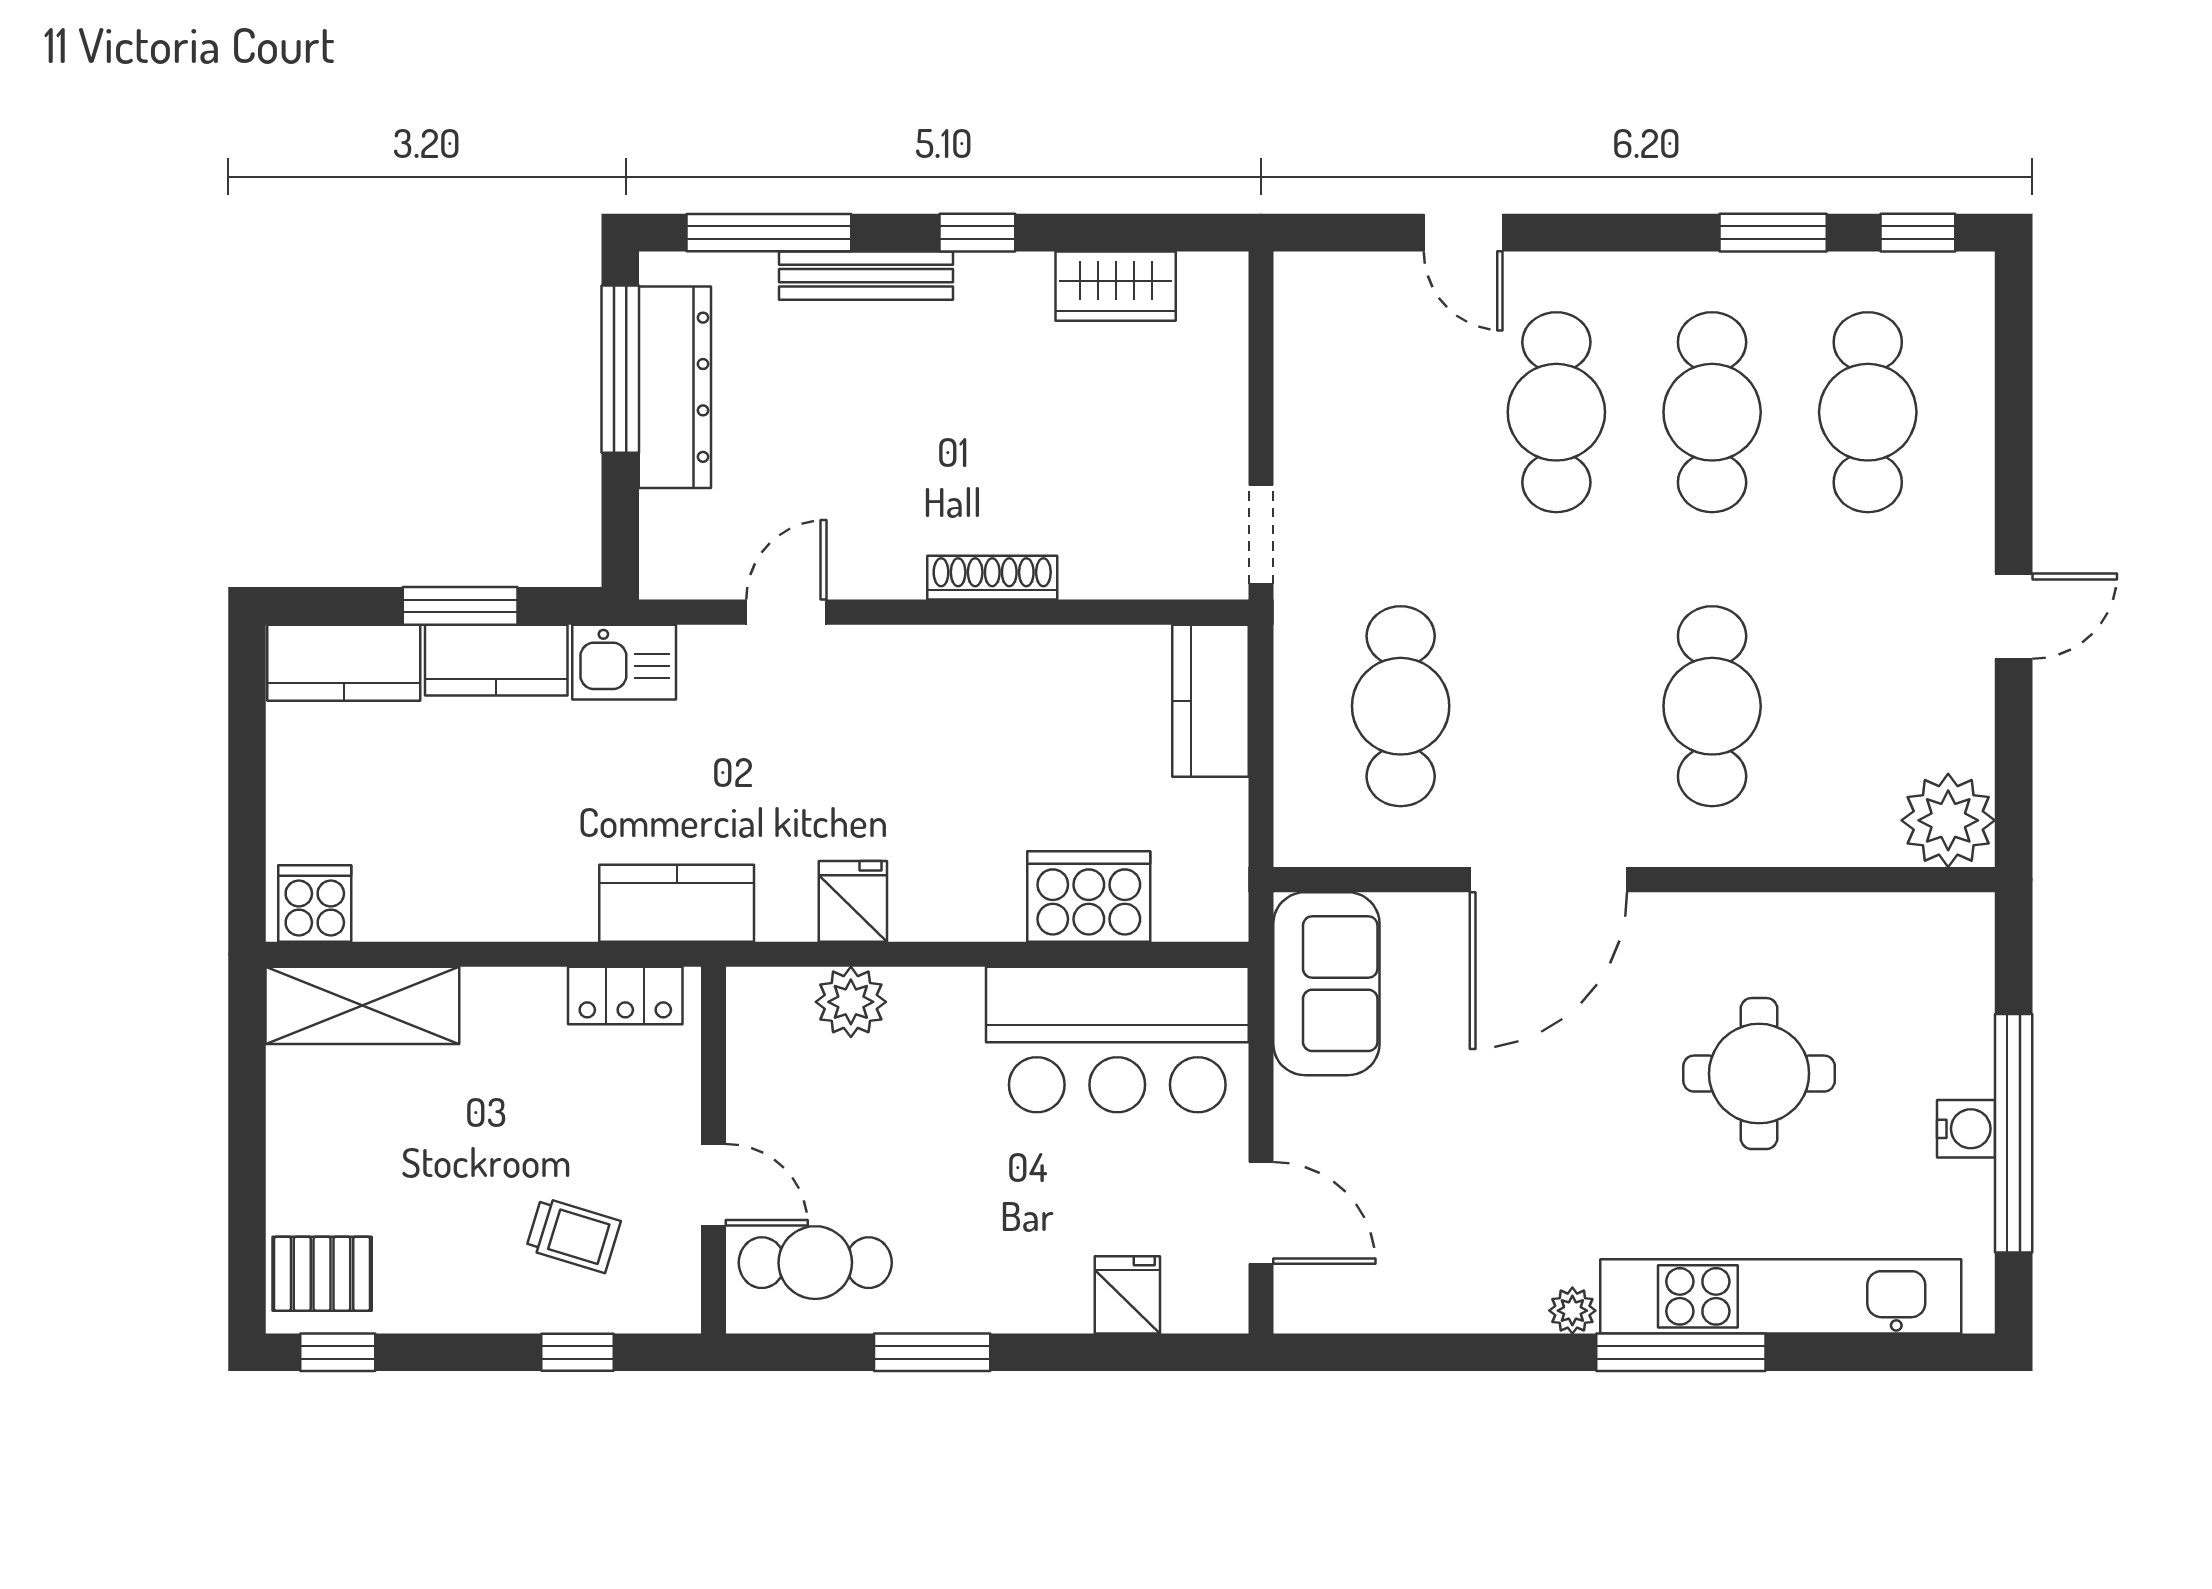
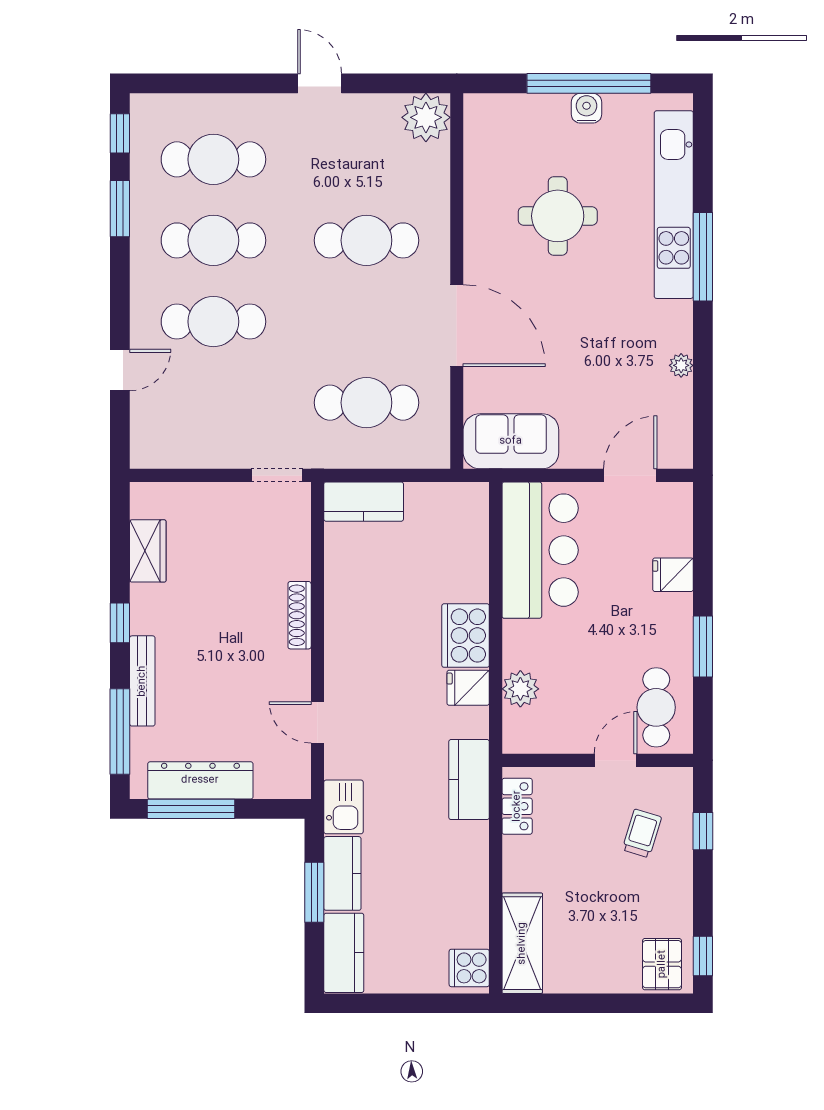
cooker: (1089, 896) -> (466, 636), moved
fridge: (1127, 1295) -> (673, 575), moved
plant: (1572, 1311) -> (681, 365), moved

